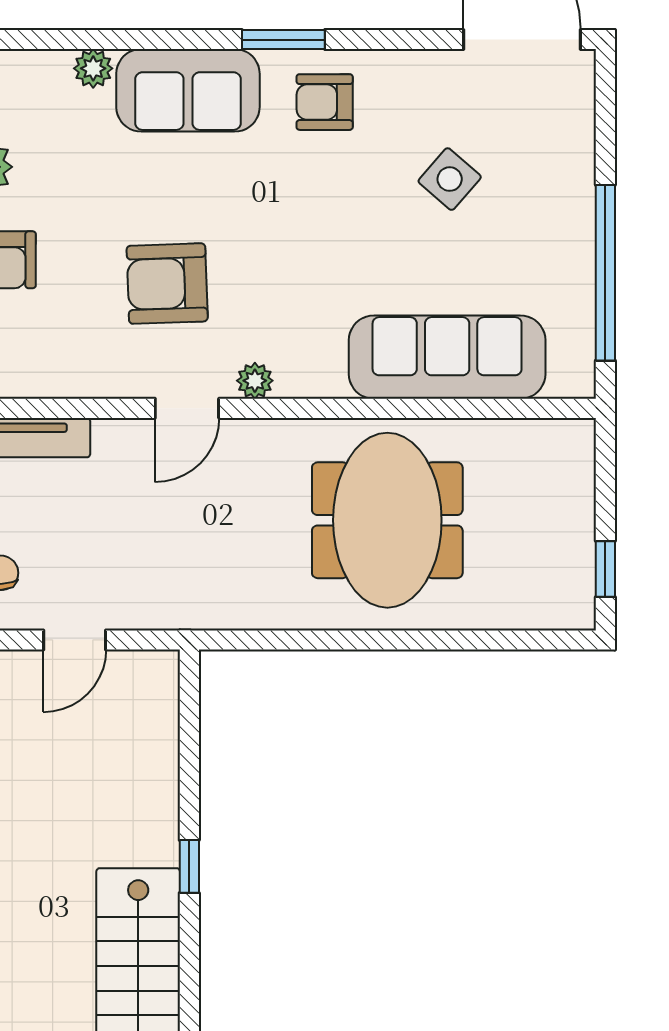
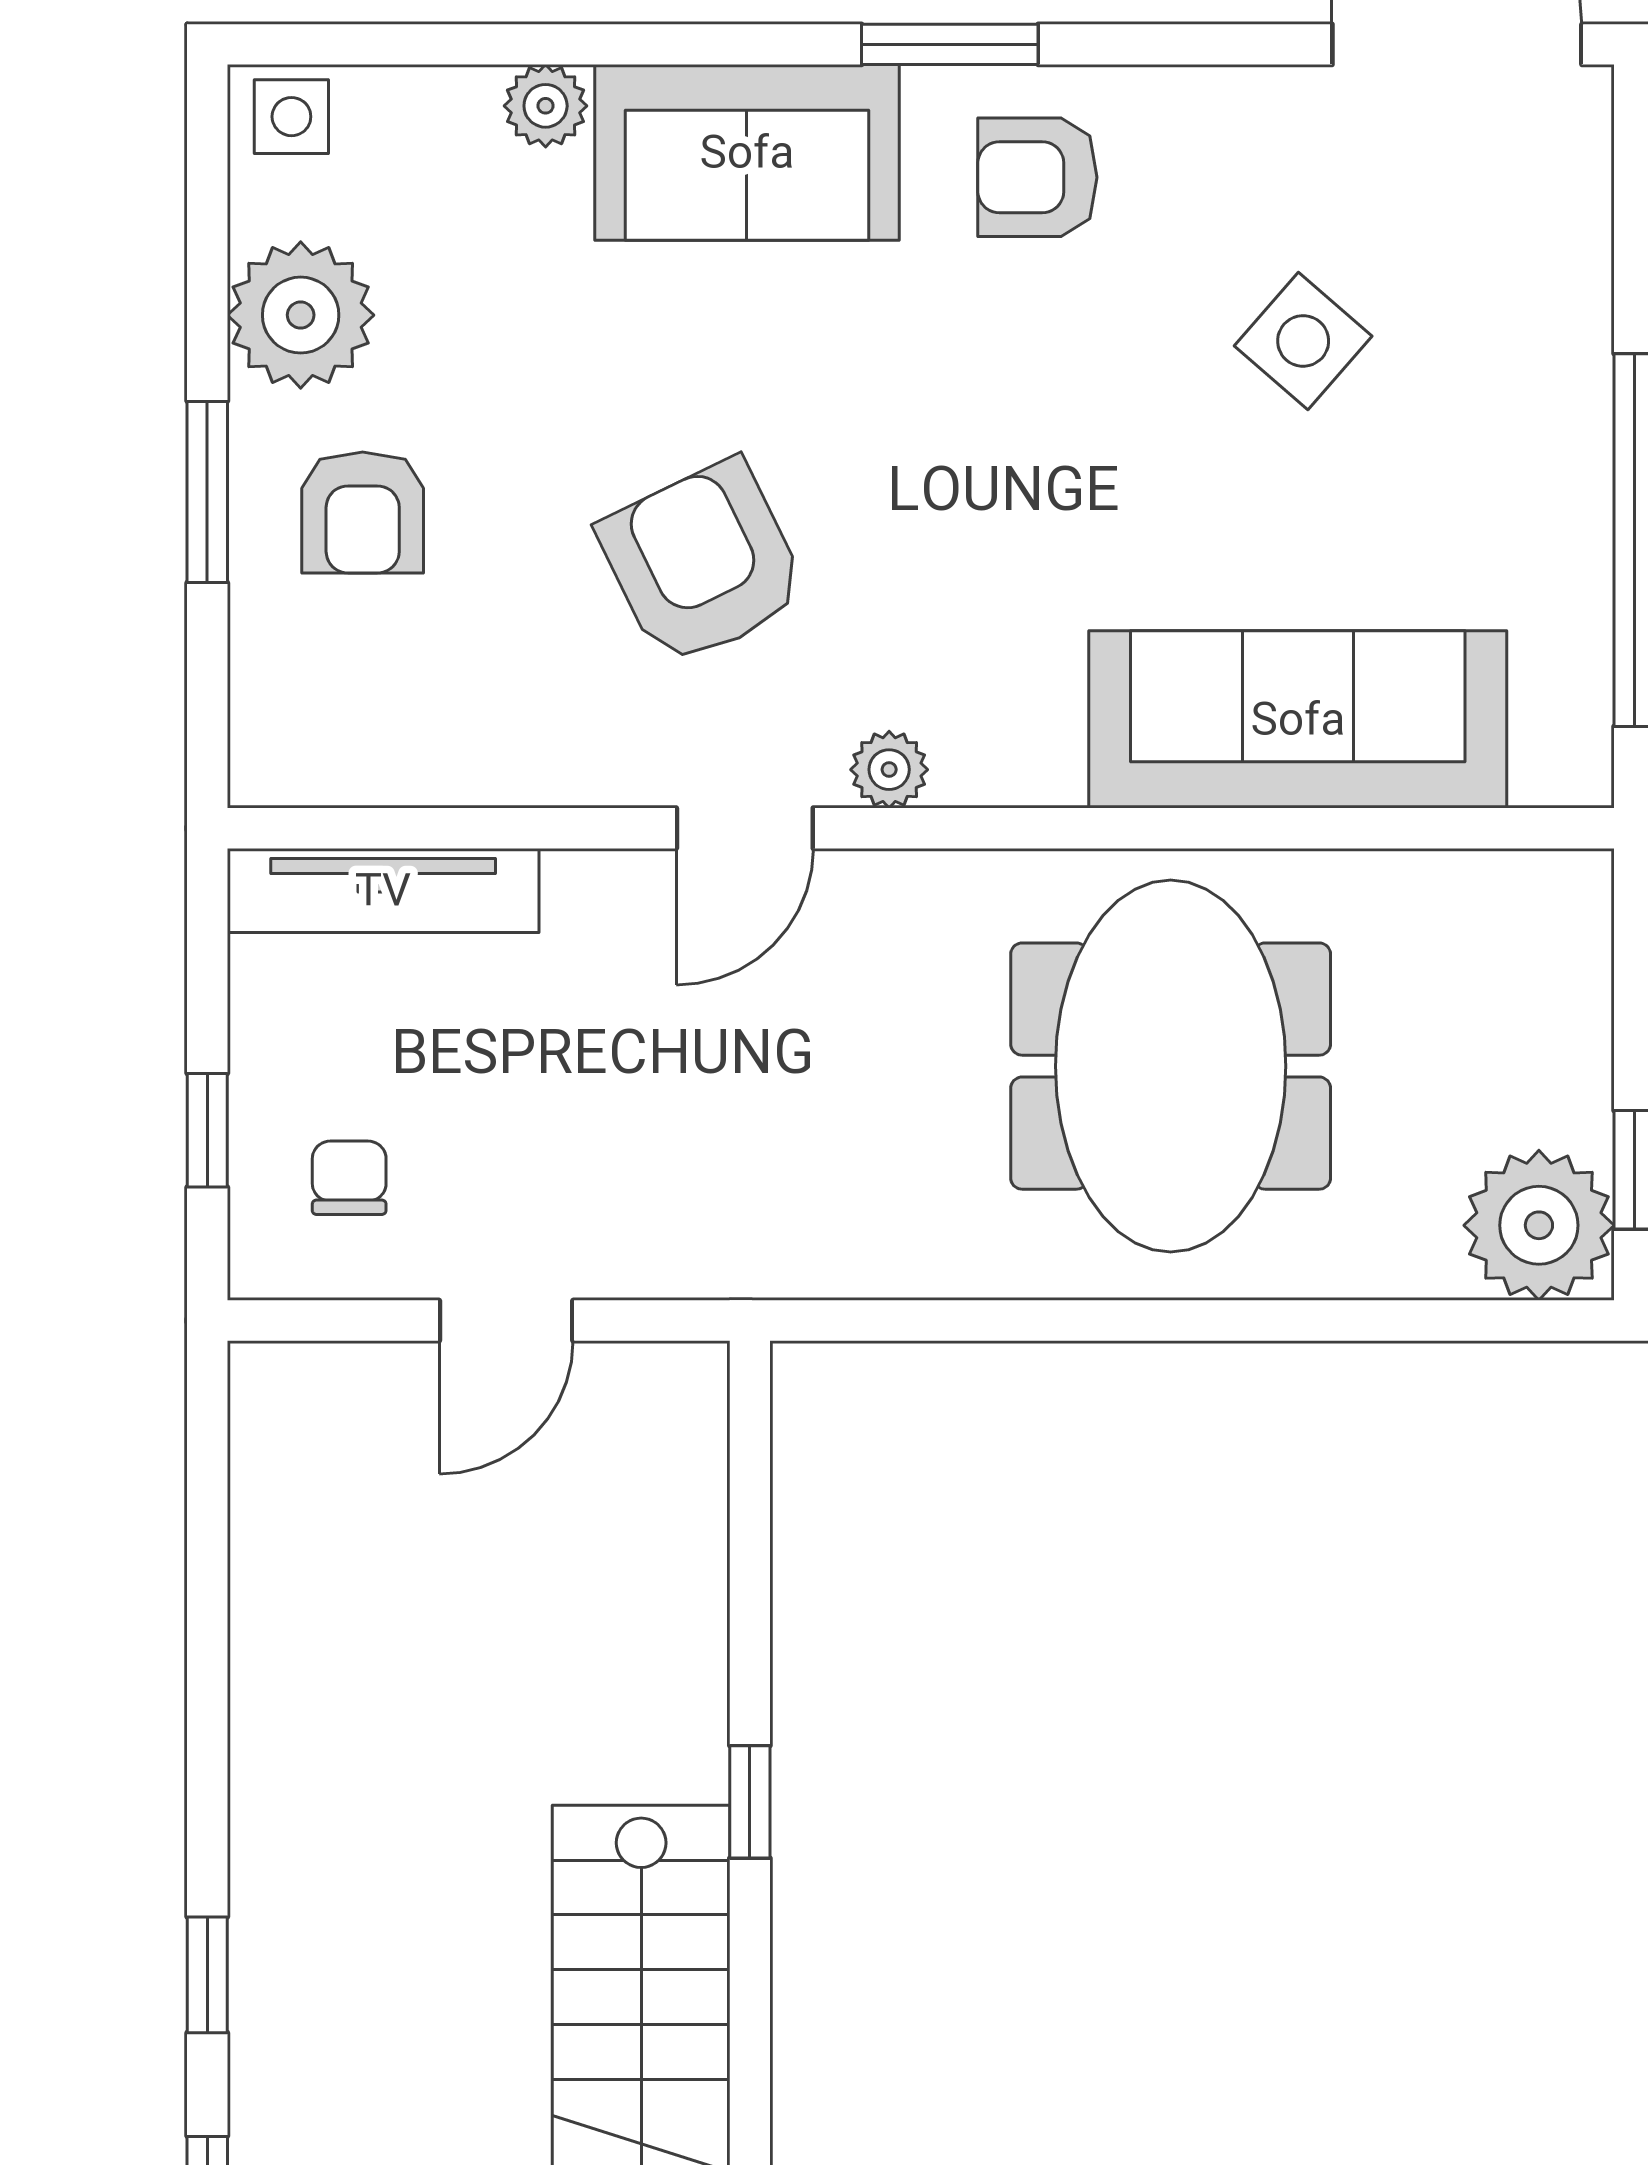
armchair: (167, 284) -> (703, 563), turned 66
plant: (561, 595) -> (1539, 1225), added

